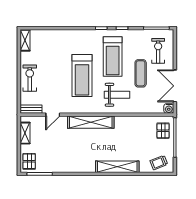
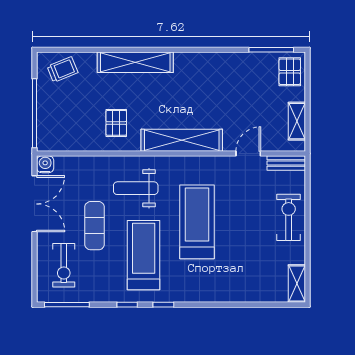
exercise bike: (30, 78) -> (289, 217), turned 180
pallet: (163, 131) -> (116, 123), moved

